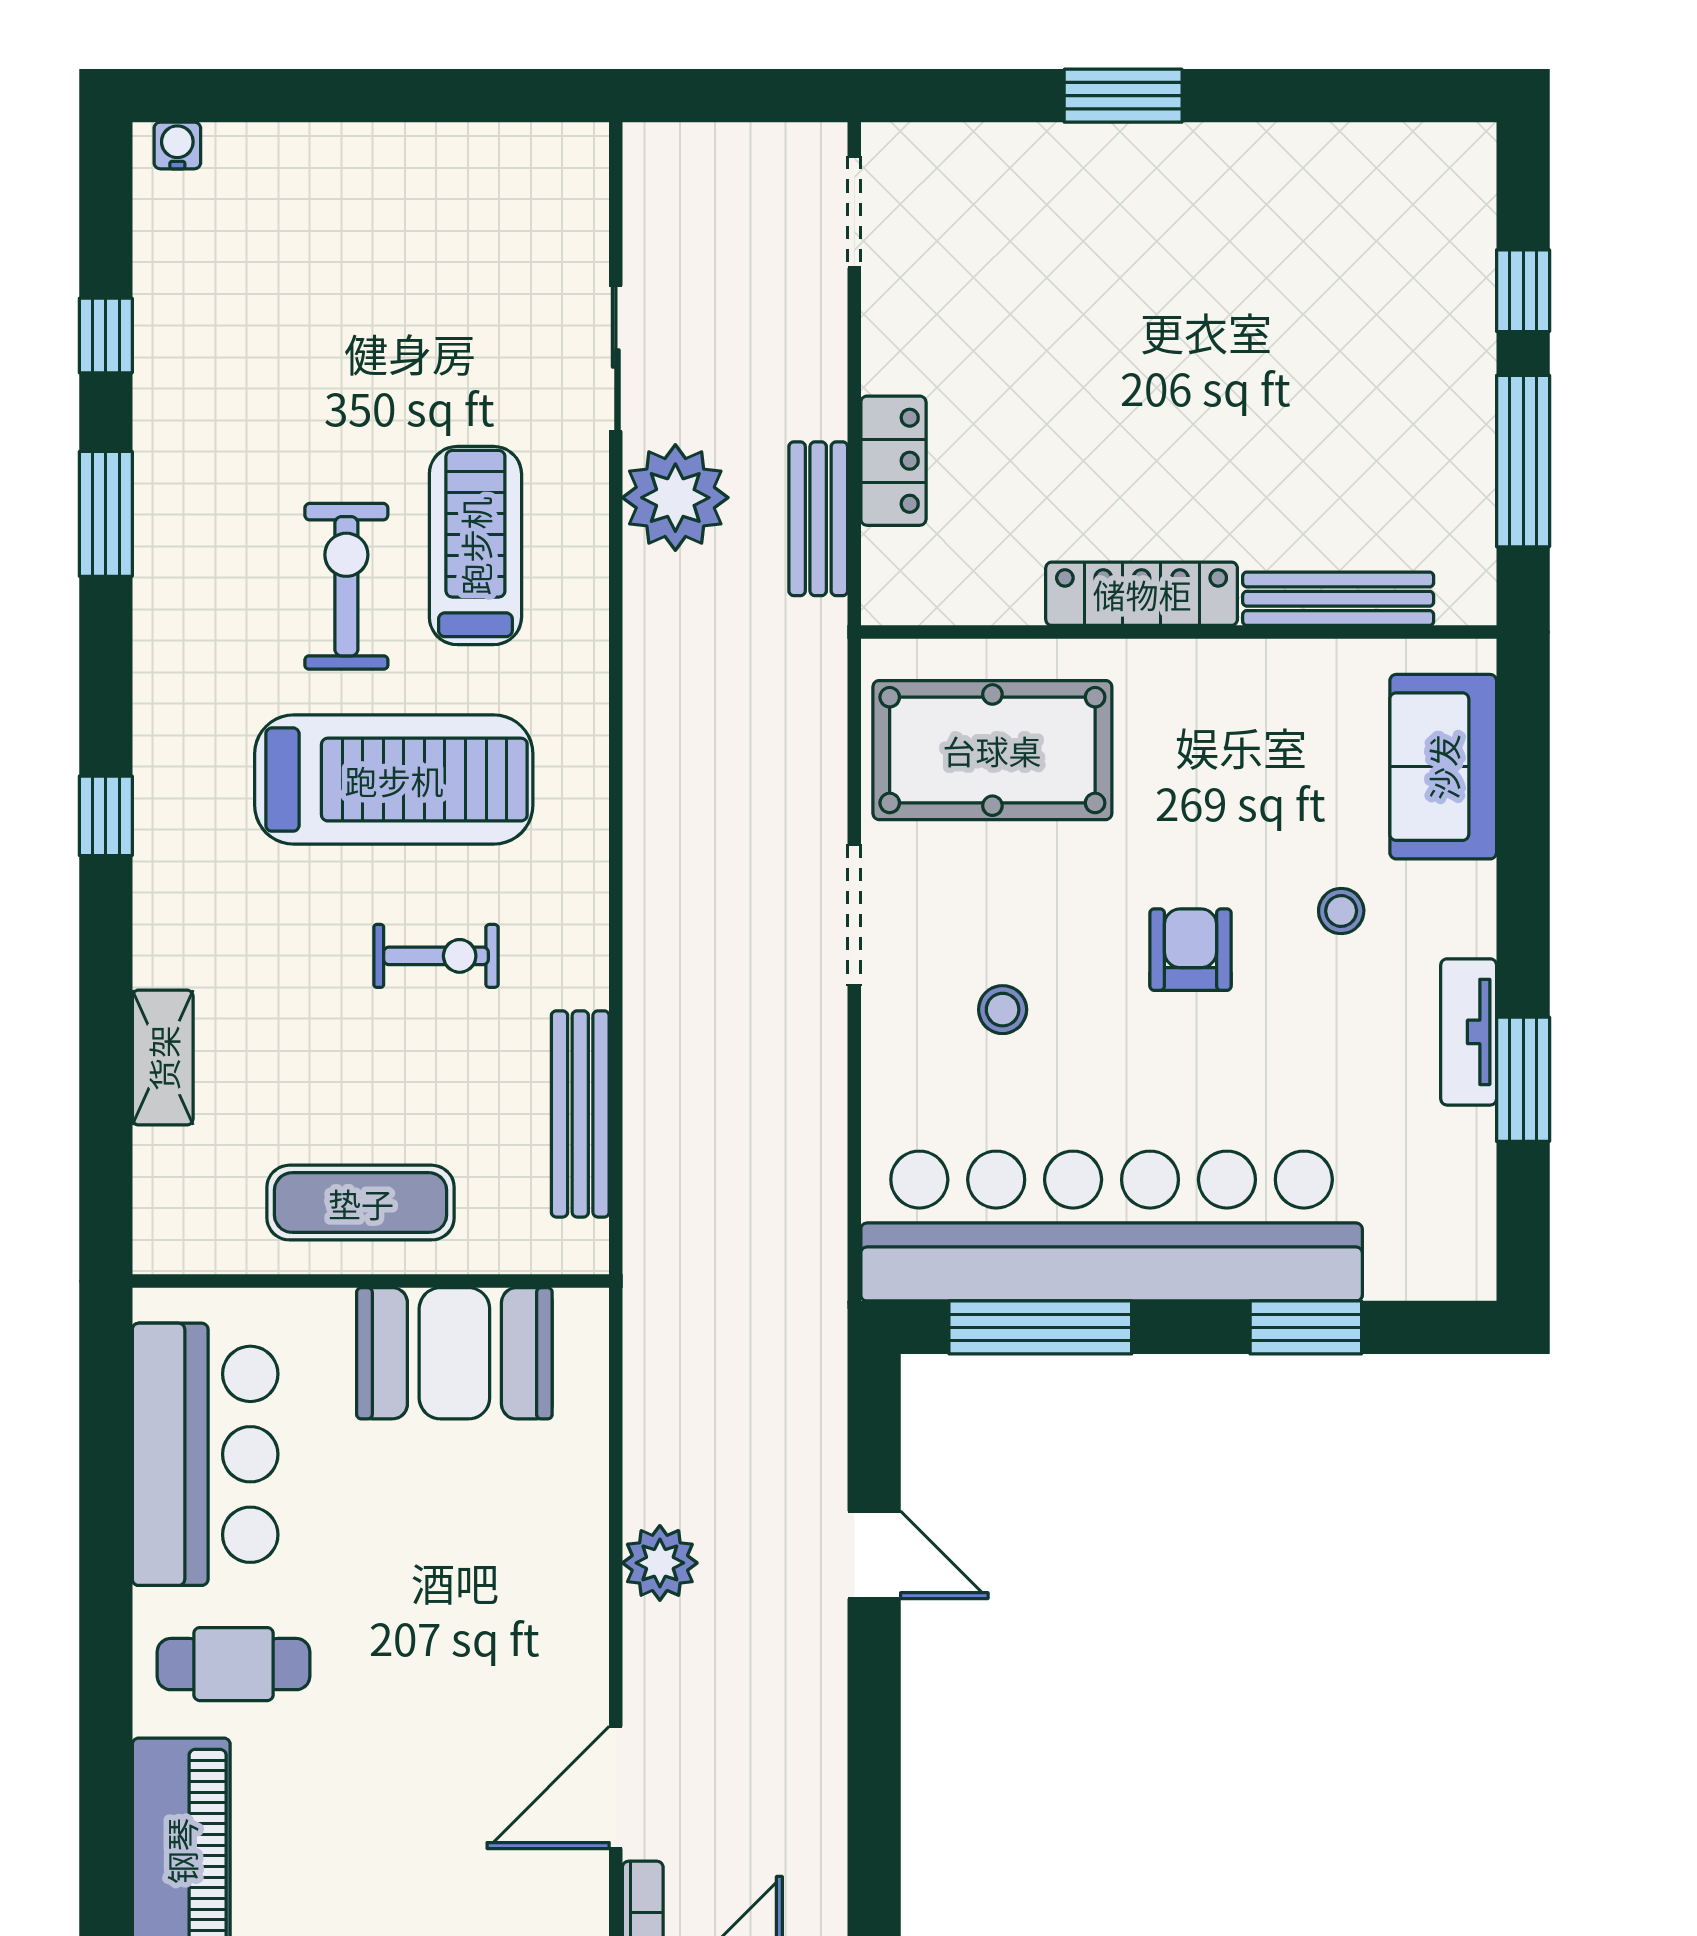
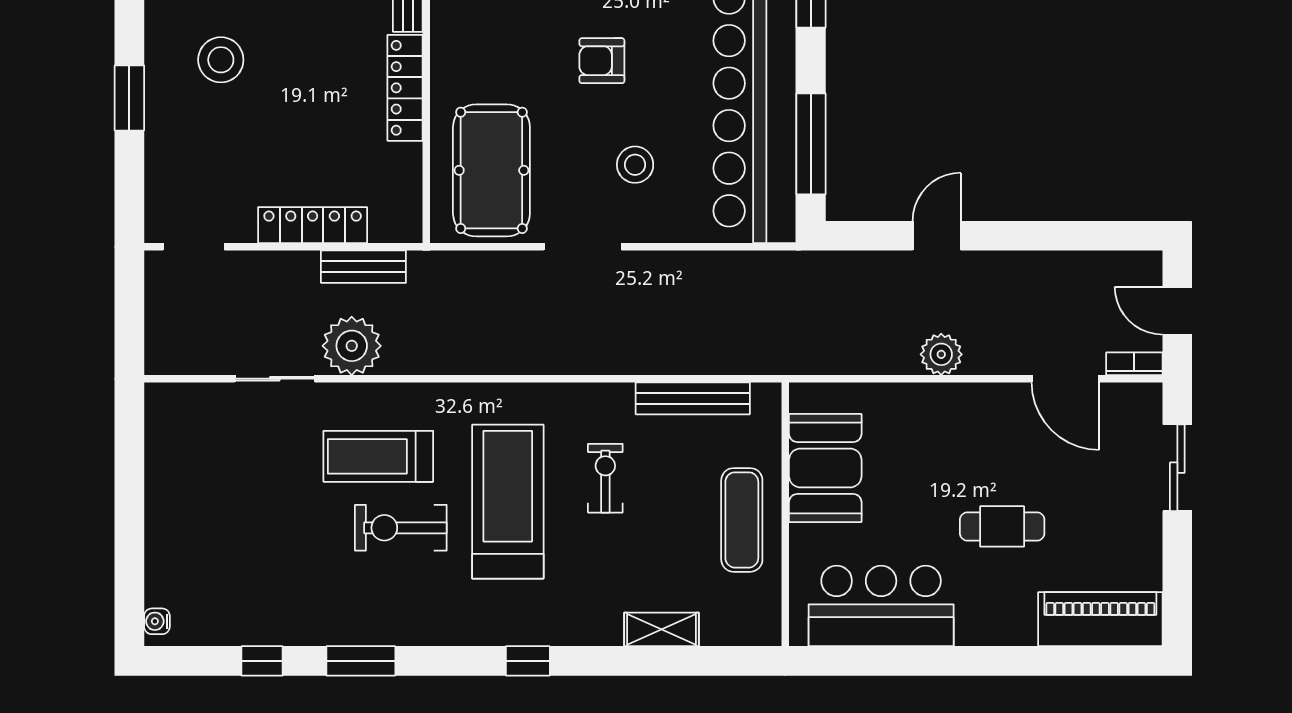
stool: (1192, 261) -> (221, 60), added
locker: (893, 461) -> (313, 225), width x1.53
stool: (1003, 1010) -> (635, 165), width x1.37, depth x1.37
cafe table: (234, 1664) -> (1002, 526), moved, turned 90

